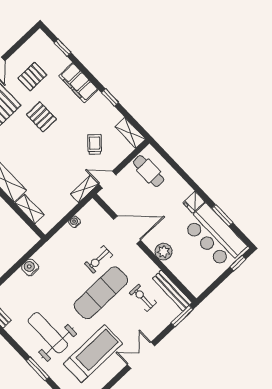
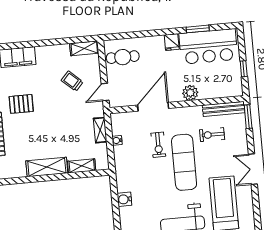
window: (110, 98) -> (47, 43), removed
shelving: (84, 189) -> (100, 130), moved
window: (238, 263) -> (244, 69), moved

